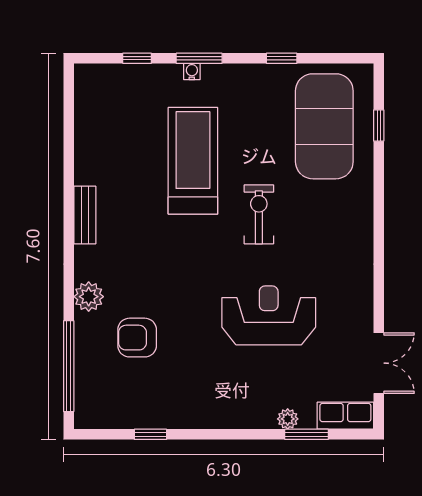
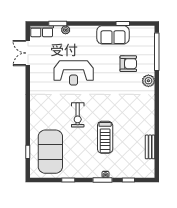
treadmill: (193, 161) -> (105, 137), width x0.73, depth x0.73
bench: (85, 215) -> (150, 147), moved
sofa: (174, 407) -> (113, 35), added

